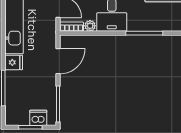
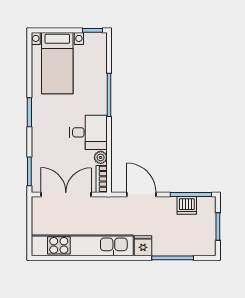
dishwasher: (38, 118) -> (187, 205), moved, turned -90

